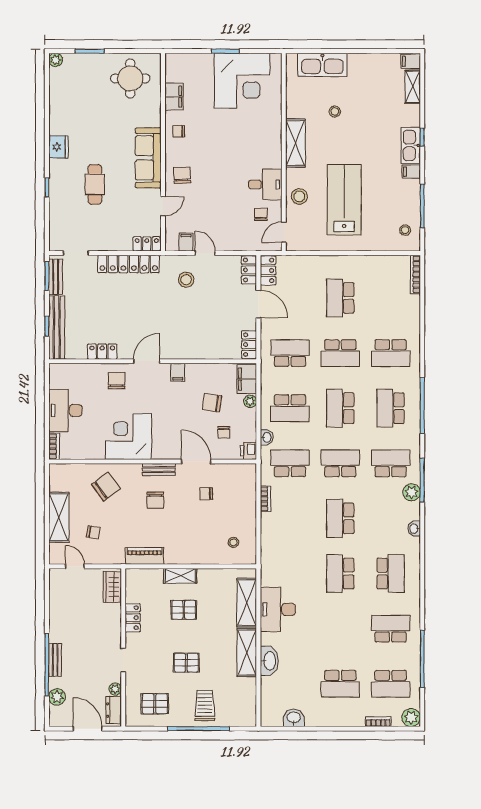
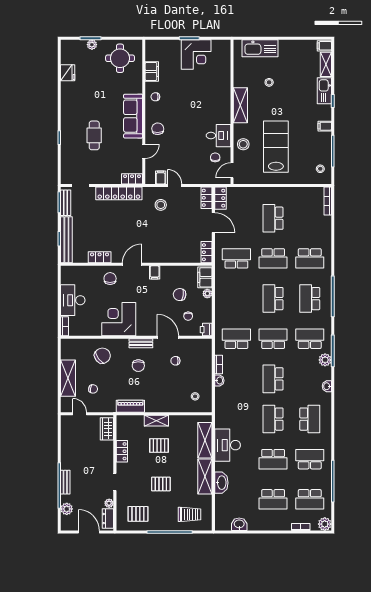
plant: (56, 60) -> (92, 45), moved
corner desk: (242, 81) -> (196, 55), width x0.74, depth x0.74
kitchen sink: (411, 145) -> (324, 91), moved
fridge: (58, 147) -> (68, 73), moved
school desk: (290, 408) -> (273, 459), moved
washbasin: (267, 437) -> (219, 381), moved
trolley: (205, 706) -> (190, 514), moved, turned 90

